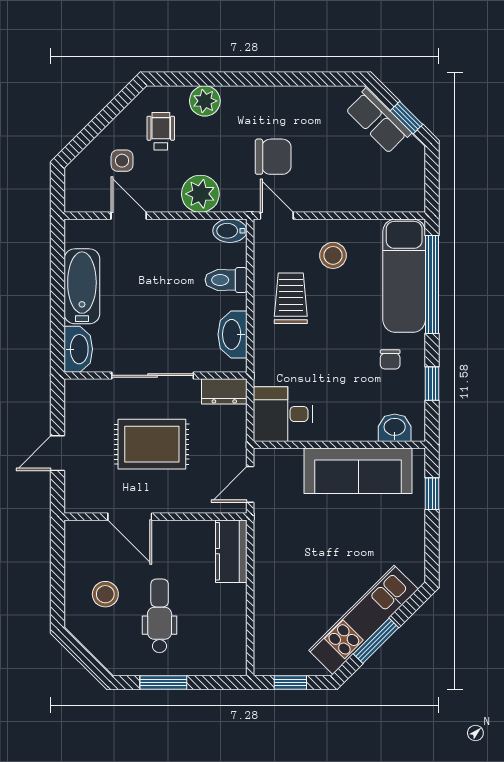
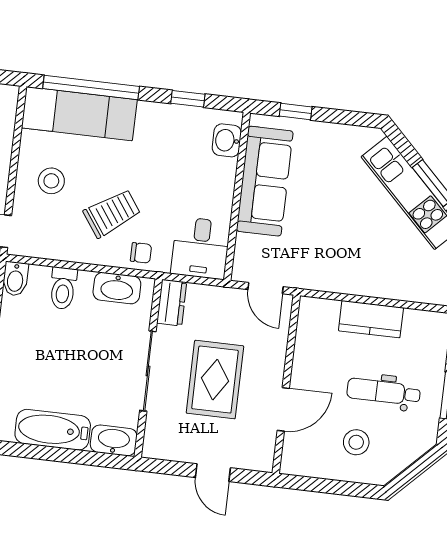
trolley: (291, 298) -> (112, 213), moved, turned 145
chair: (390, 359) -> (141, 253), moved
kitchen counter: (231, 551) -> (371, 319), moved

